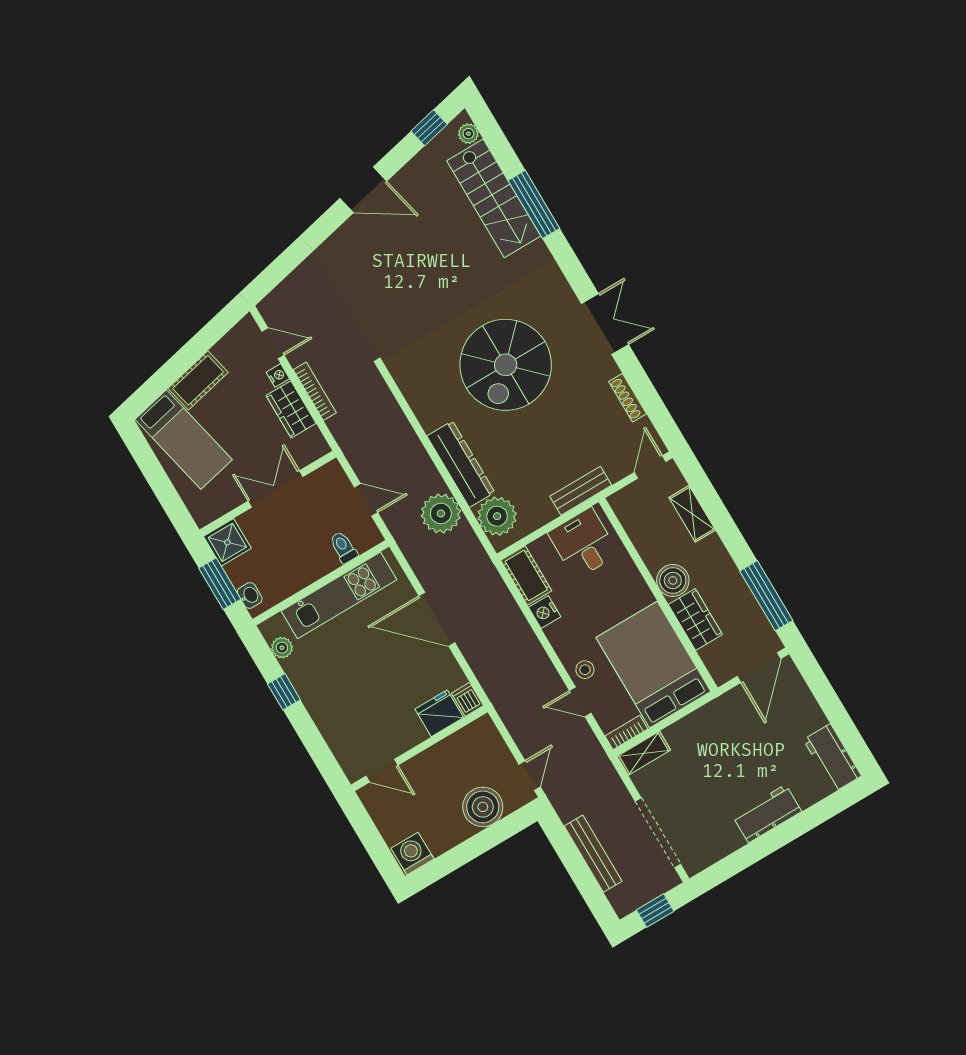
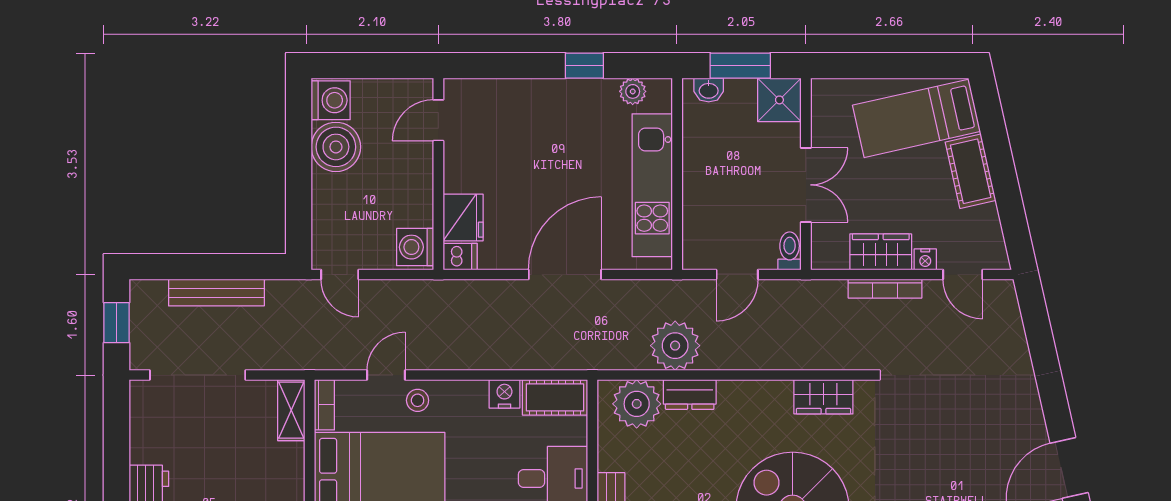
door: (273, 343) -> (963, 274), hinge flipped
wardrobe: (415, 389) -> (823, 397), added
dresser: (461, 464) -> (690, 395), width x0.51, depth x0.80
toilet: (343, 547) -> (790, 251), moved, turned -90
washing machine: (480, 734) -> (415, 247), added
boiler: (483, 807) -> (336, 147), moved

